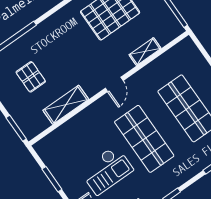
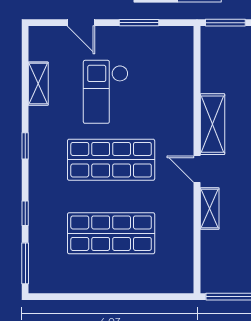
shelving: (145, 52) -> (210, 209), moved
shelving: (66, 105) -> (212, 124), moved

